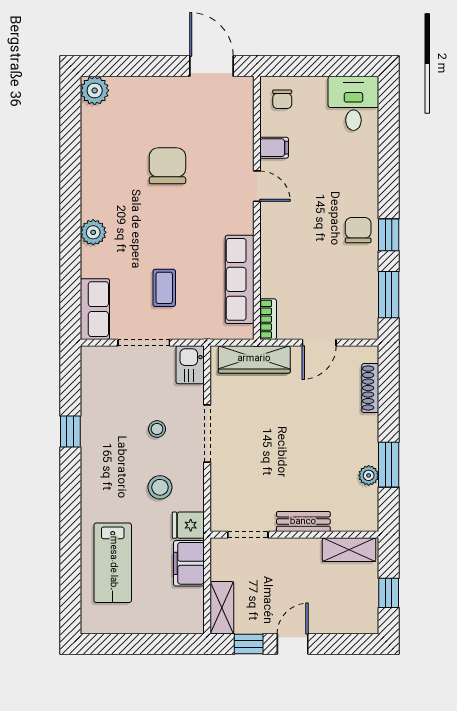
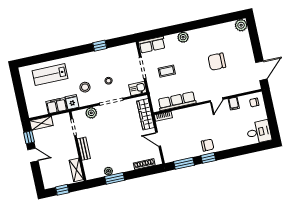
chair: (167, 166) -> (217, 62), turned 180
plant: (223, 486) -> (91, 113), added

